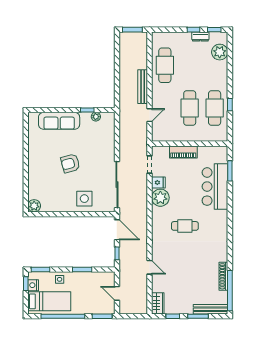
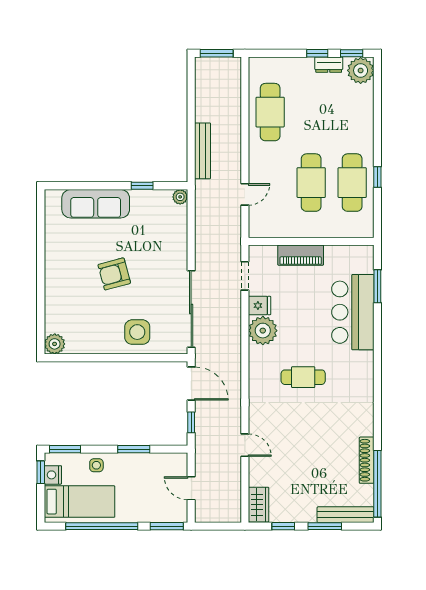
plant: (220, 52) -> (361, 70), moved
bench: (143, 87) -> (203, 151), moved
plant: (96, 117) -> (180, 197), moved

